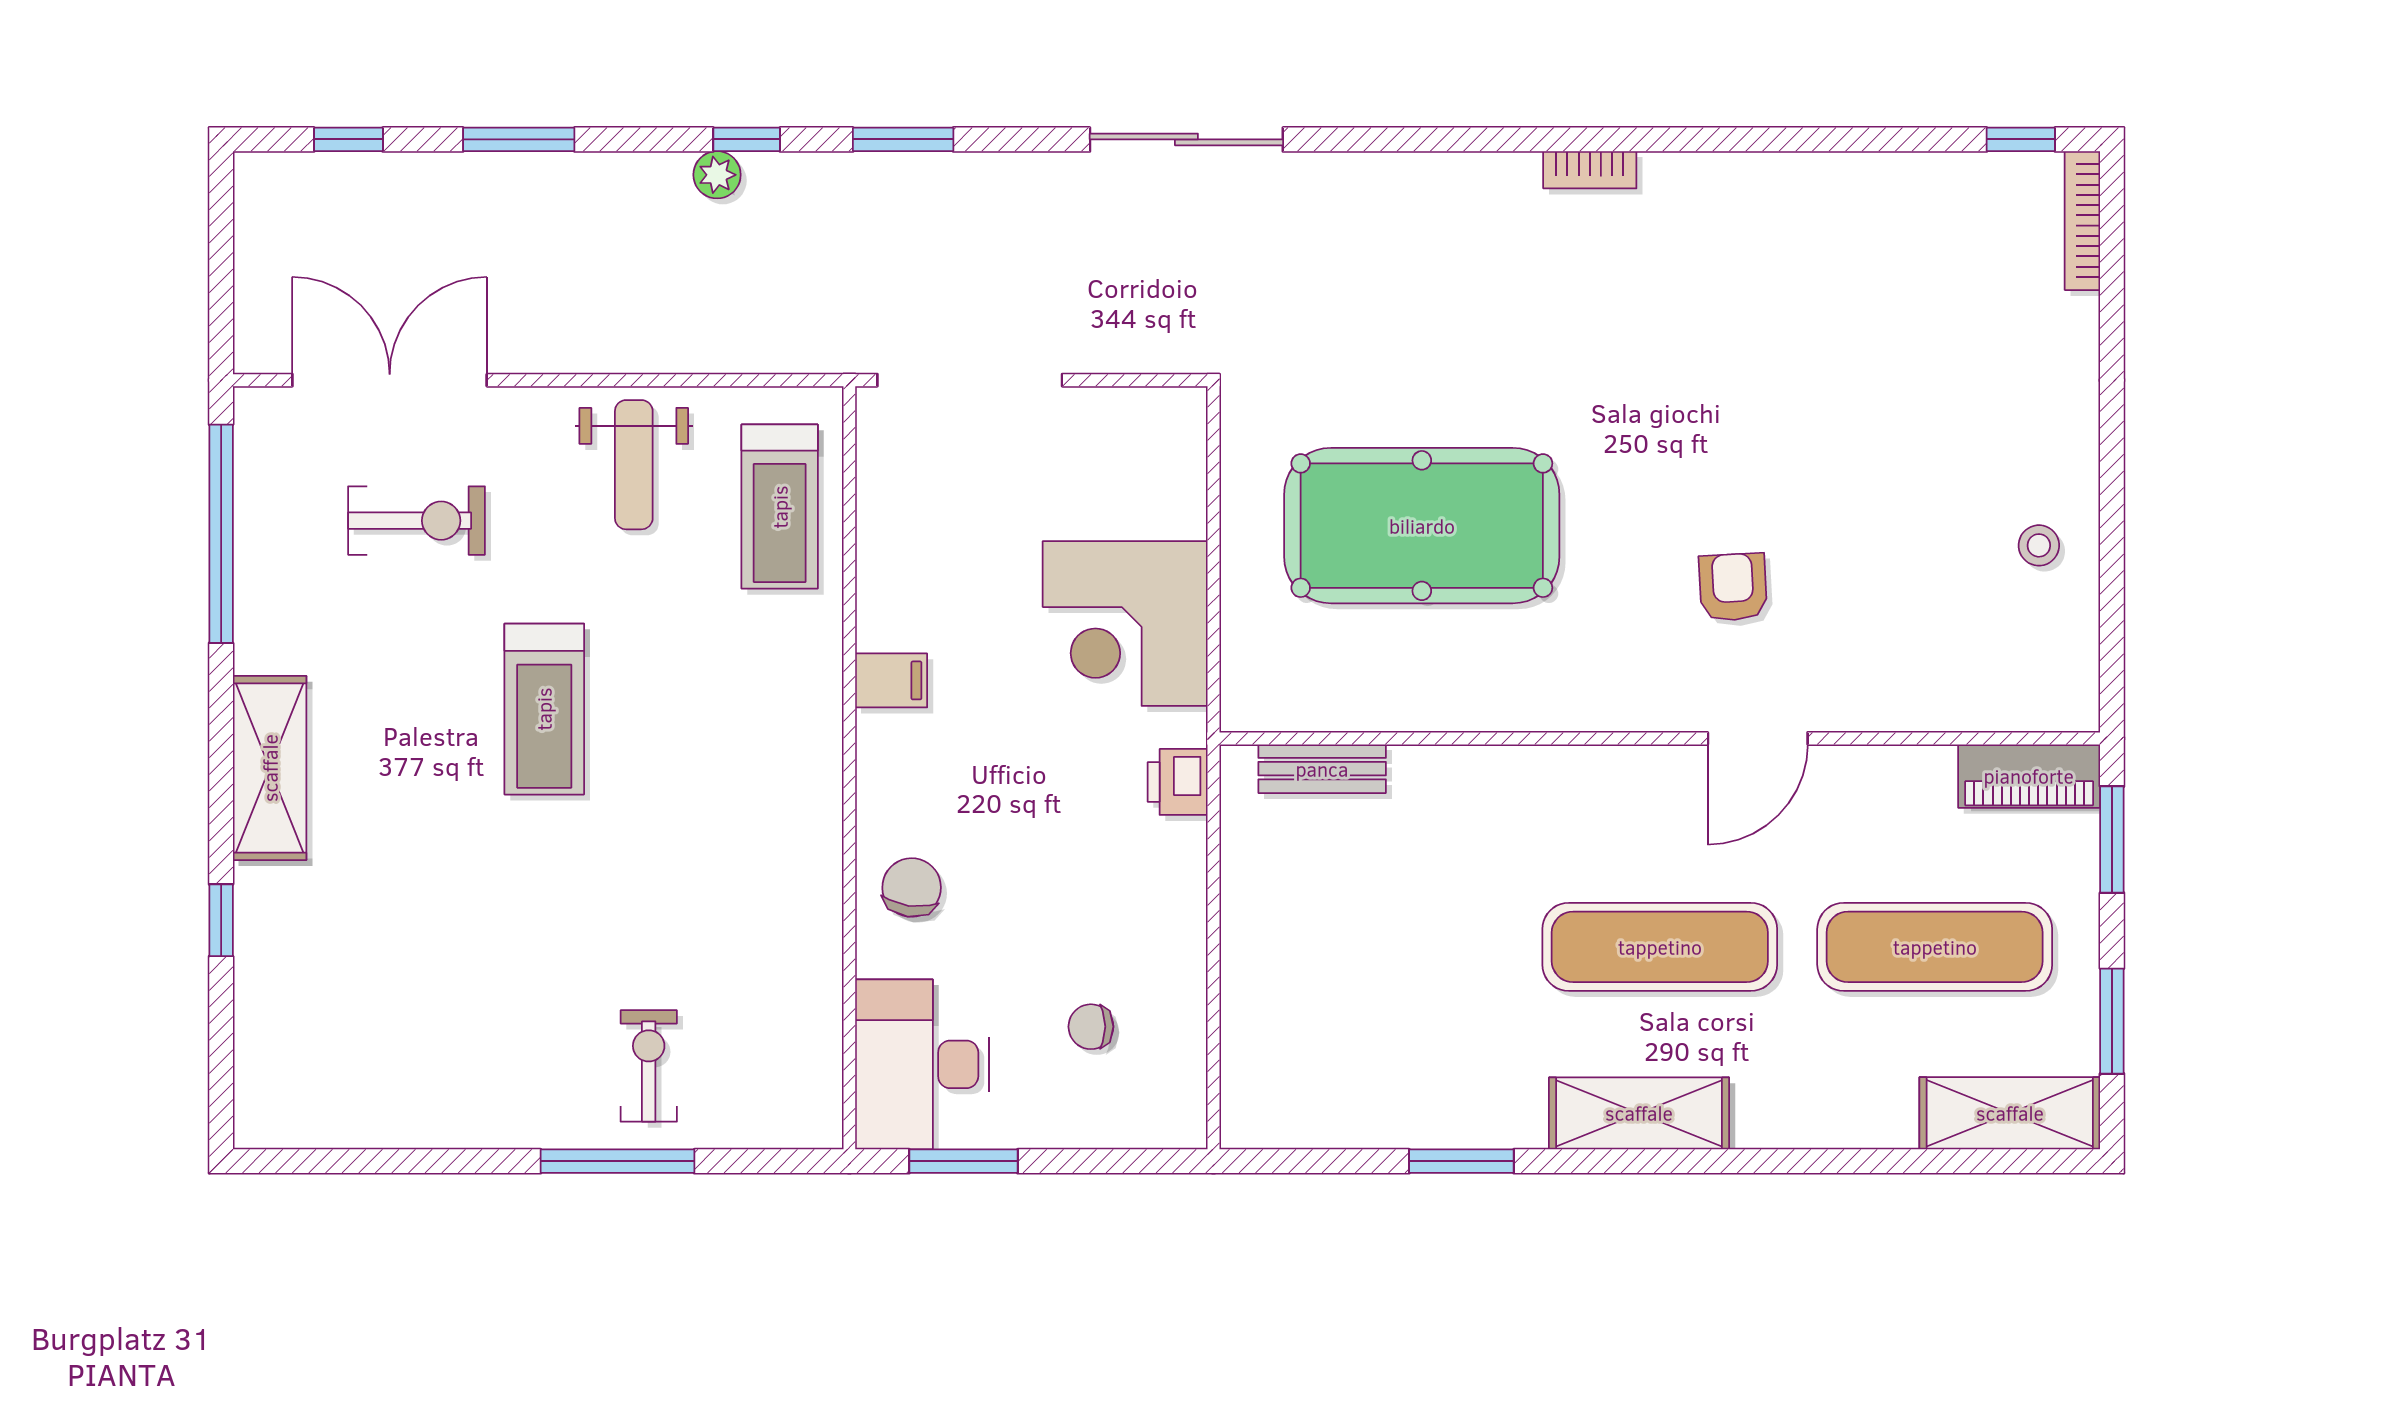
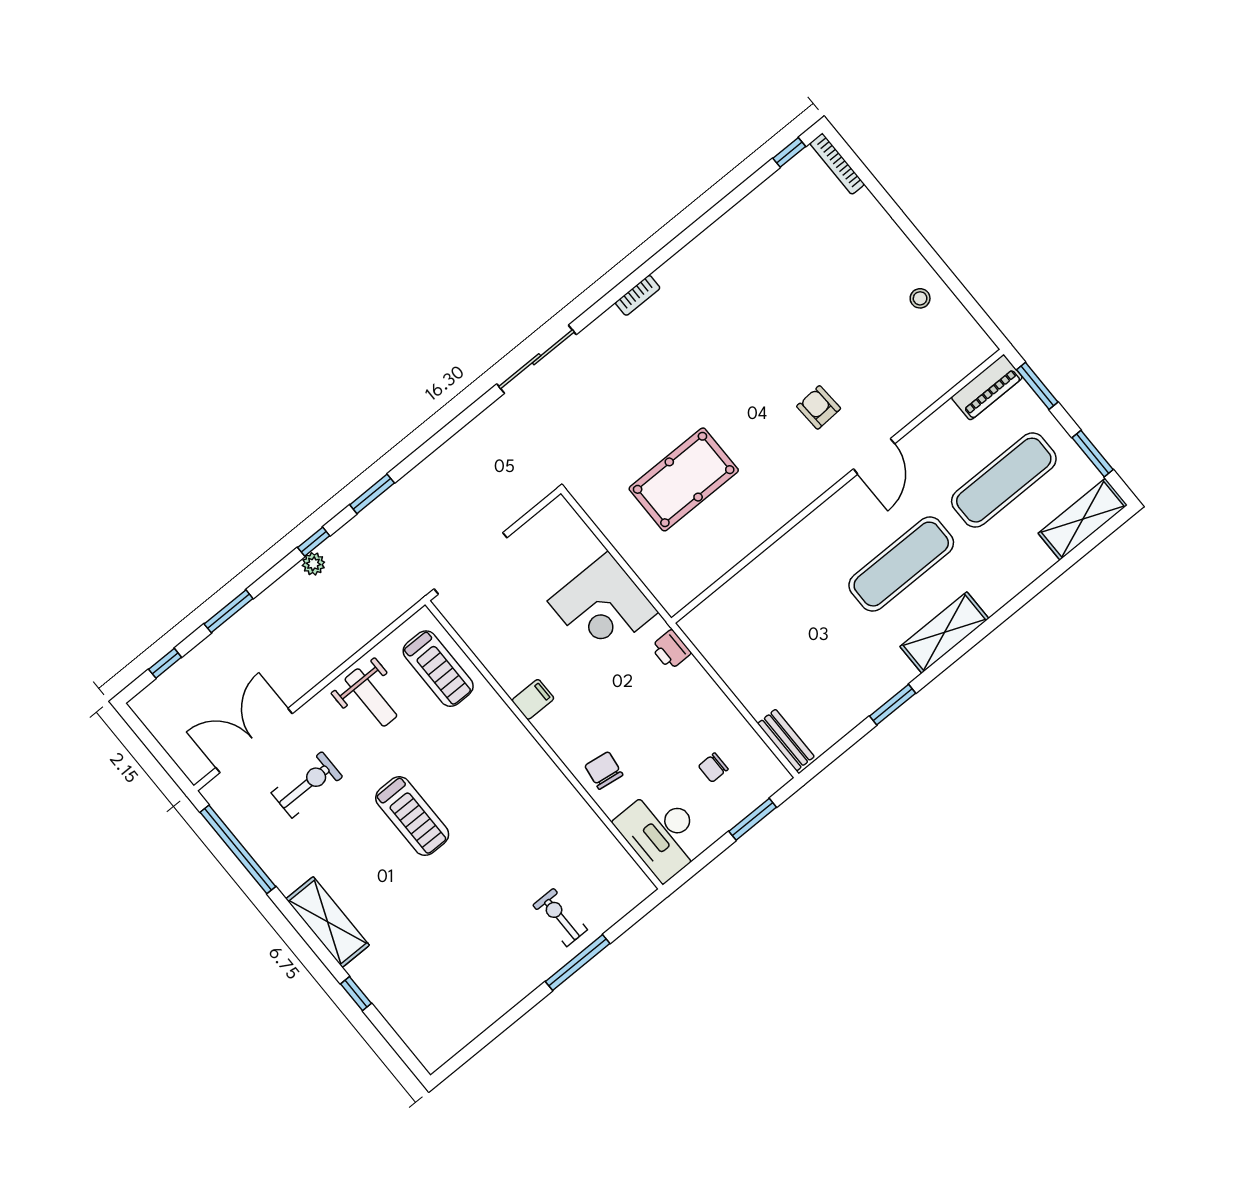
sliding door: (1186, 139) -> (536, 359), moved
pool table: (1422, 526) -> (684, 479), width x0.73, depth x0.76
bench: (1322, 769) -> (786, 740), moved, turned 90
window: (963, 1161) -> (753, 819), moved

